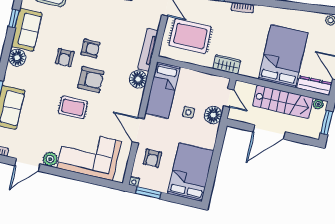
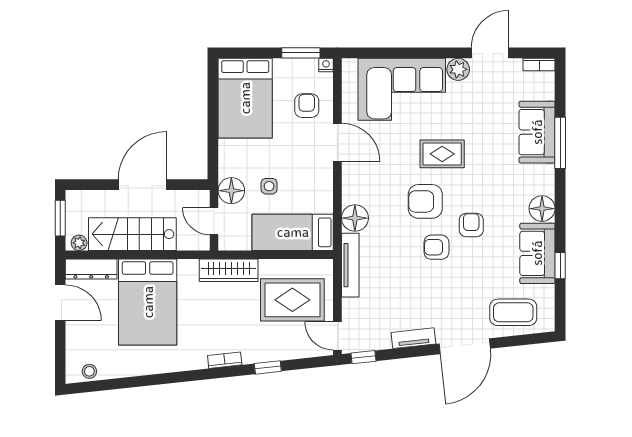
wardrobe: (227, 64) -> (229, 270), width x1.50
bed: (163, 90) -> (293, 232), moved, turned -90

